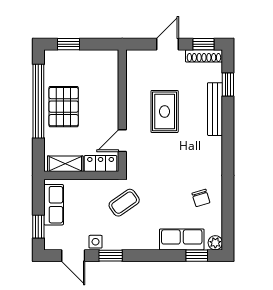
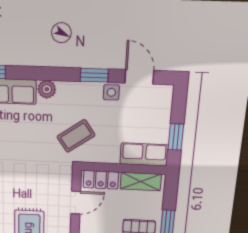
row of seats: (54, 205) -> (144, 154), moved, turned 90
window: (38, 227) -> (176, 137), moved
plant: (150, 242) -> (47, 89), added

